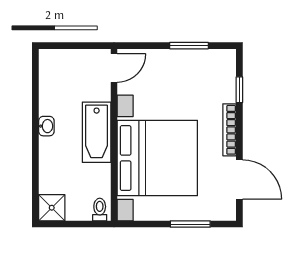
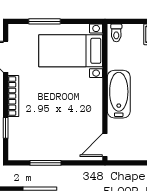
bed with nightstands: (157, 158) -> (71, 51), width x0.54

